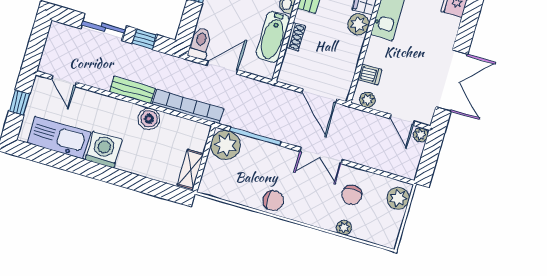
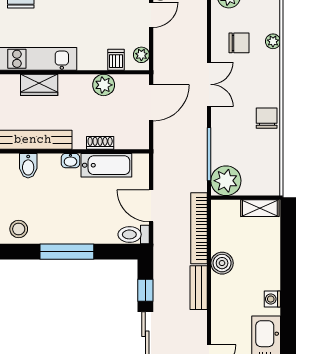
plant: (358, 24) -> (104, 85), moved
washing machine: (103, 150) -> (272, 299), width x0.53, depth x0.53

